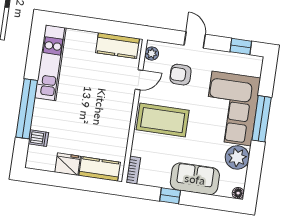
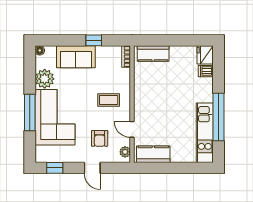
armchair: (180, 75) -> (100, 138), turned 90
door: (139, 80) -> (132, 129), hinge flipped
window: (27, 109) -> (219, 117), moved
coffee table: (163, 120) -> (109, 100), width x0.54, depth x0.58
fridge: (68, 164) -> (205, 55), moved, turned 90

